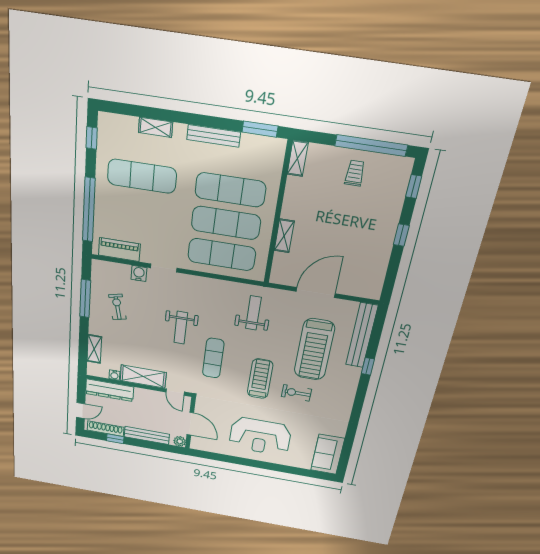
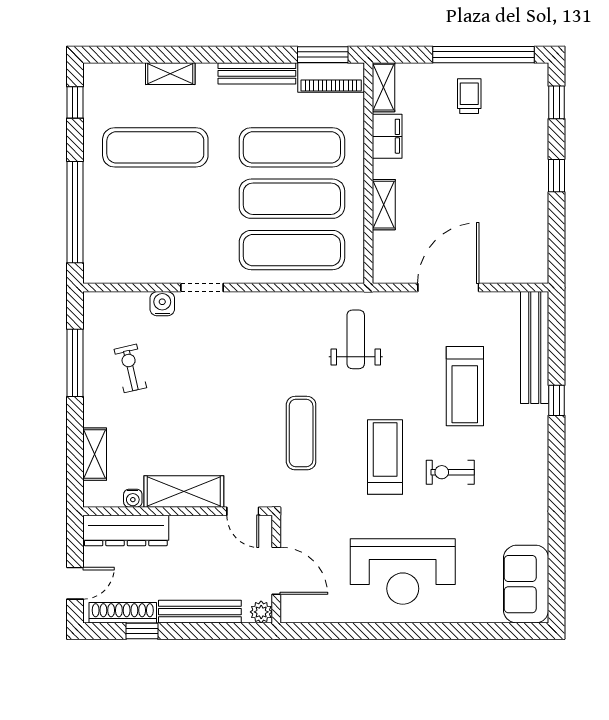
filing cabinet: (294, 192) -> (387, 136), added
piano: (119, 250) -> (331, 77), moved, turned 180
weight bench: (181, 328) -> (240, 387), removed
treadmill: (314, 350) -> (465, 386), width x0.73, depth x0.73

